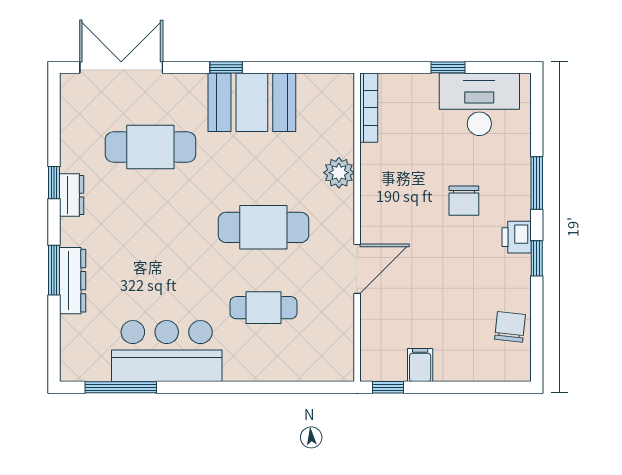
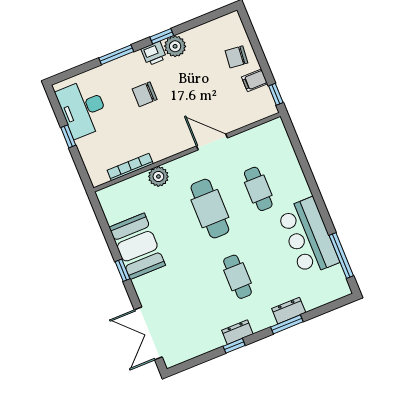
bookcase: (369, 108) -> (130, 167), moved
cafe table: (150, 147) -> (238, 277), moved, width x0.73, depth x0.74
chair: (464, 201) -> (145, 94), turned 180
plant: (515, 272) -> (175, 46), added
dresser: (73, 281) -> (289, 311), width x0.70
chair: (510, 327) -> (236, 57), moved

